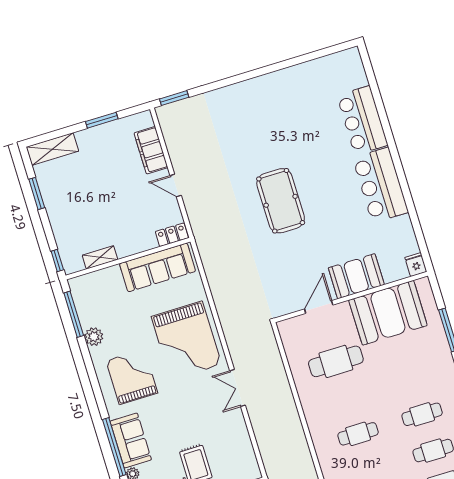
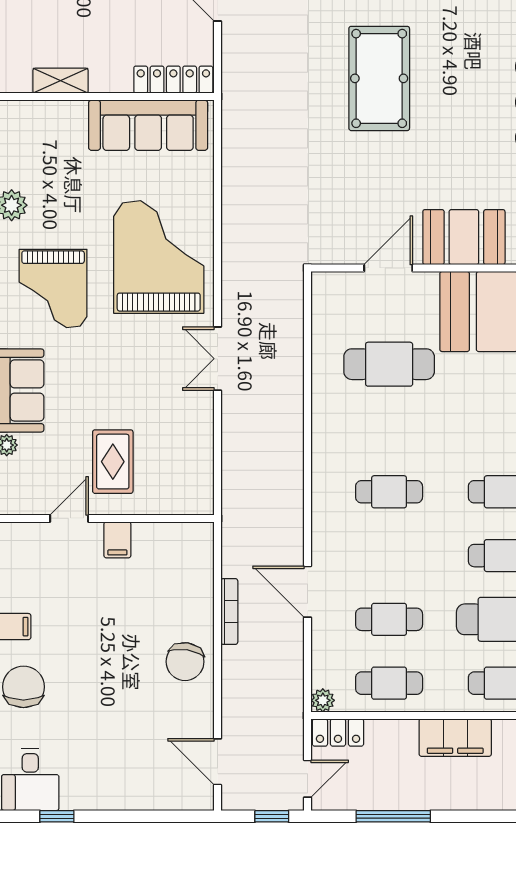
locker: (172, 235) -> (173, 80), width x1.53
grand piano: (186, 340) -> (159, 257), turned 180
grand piano: (132, 377) -> (53, 288), turned 180

